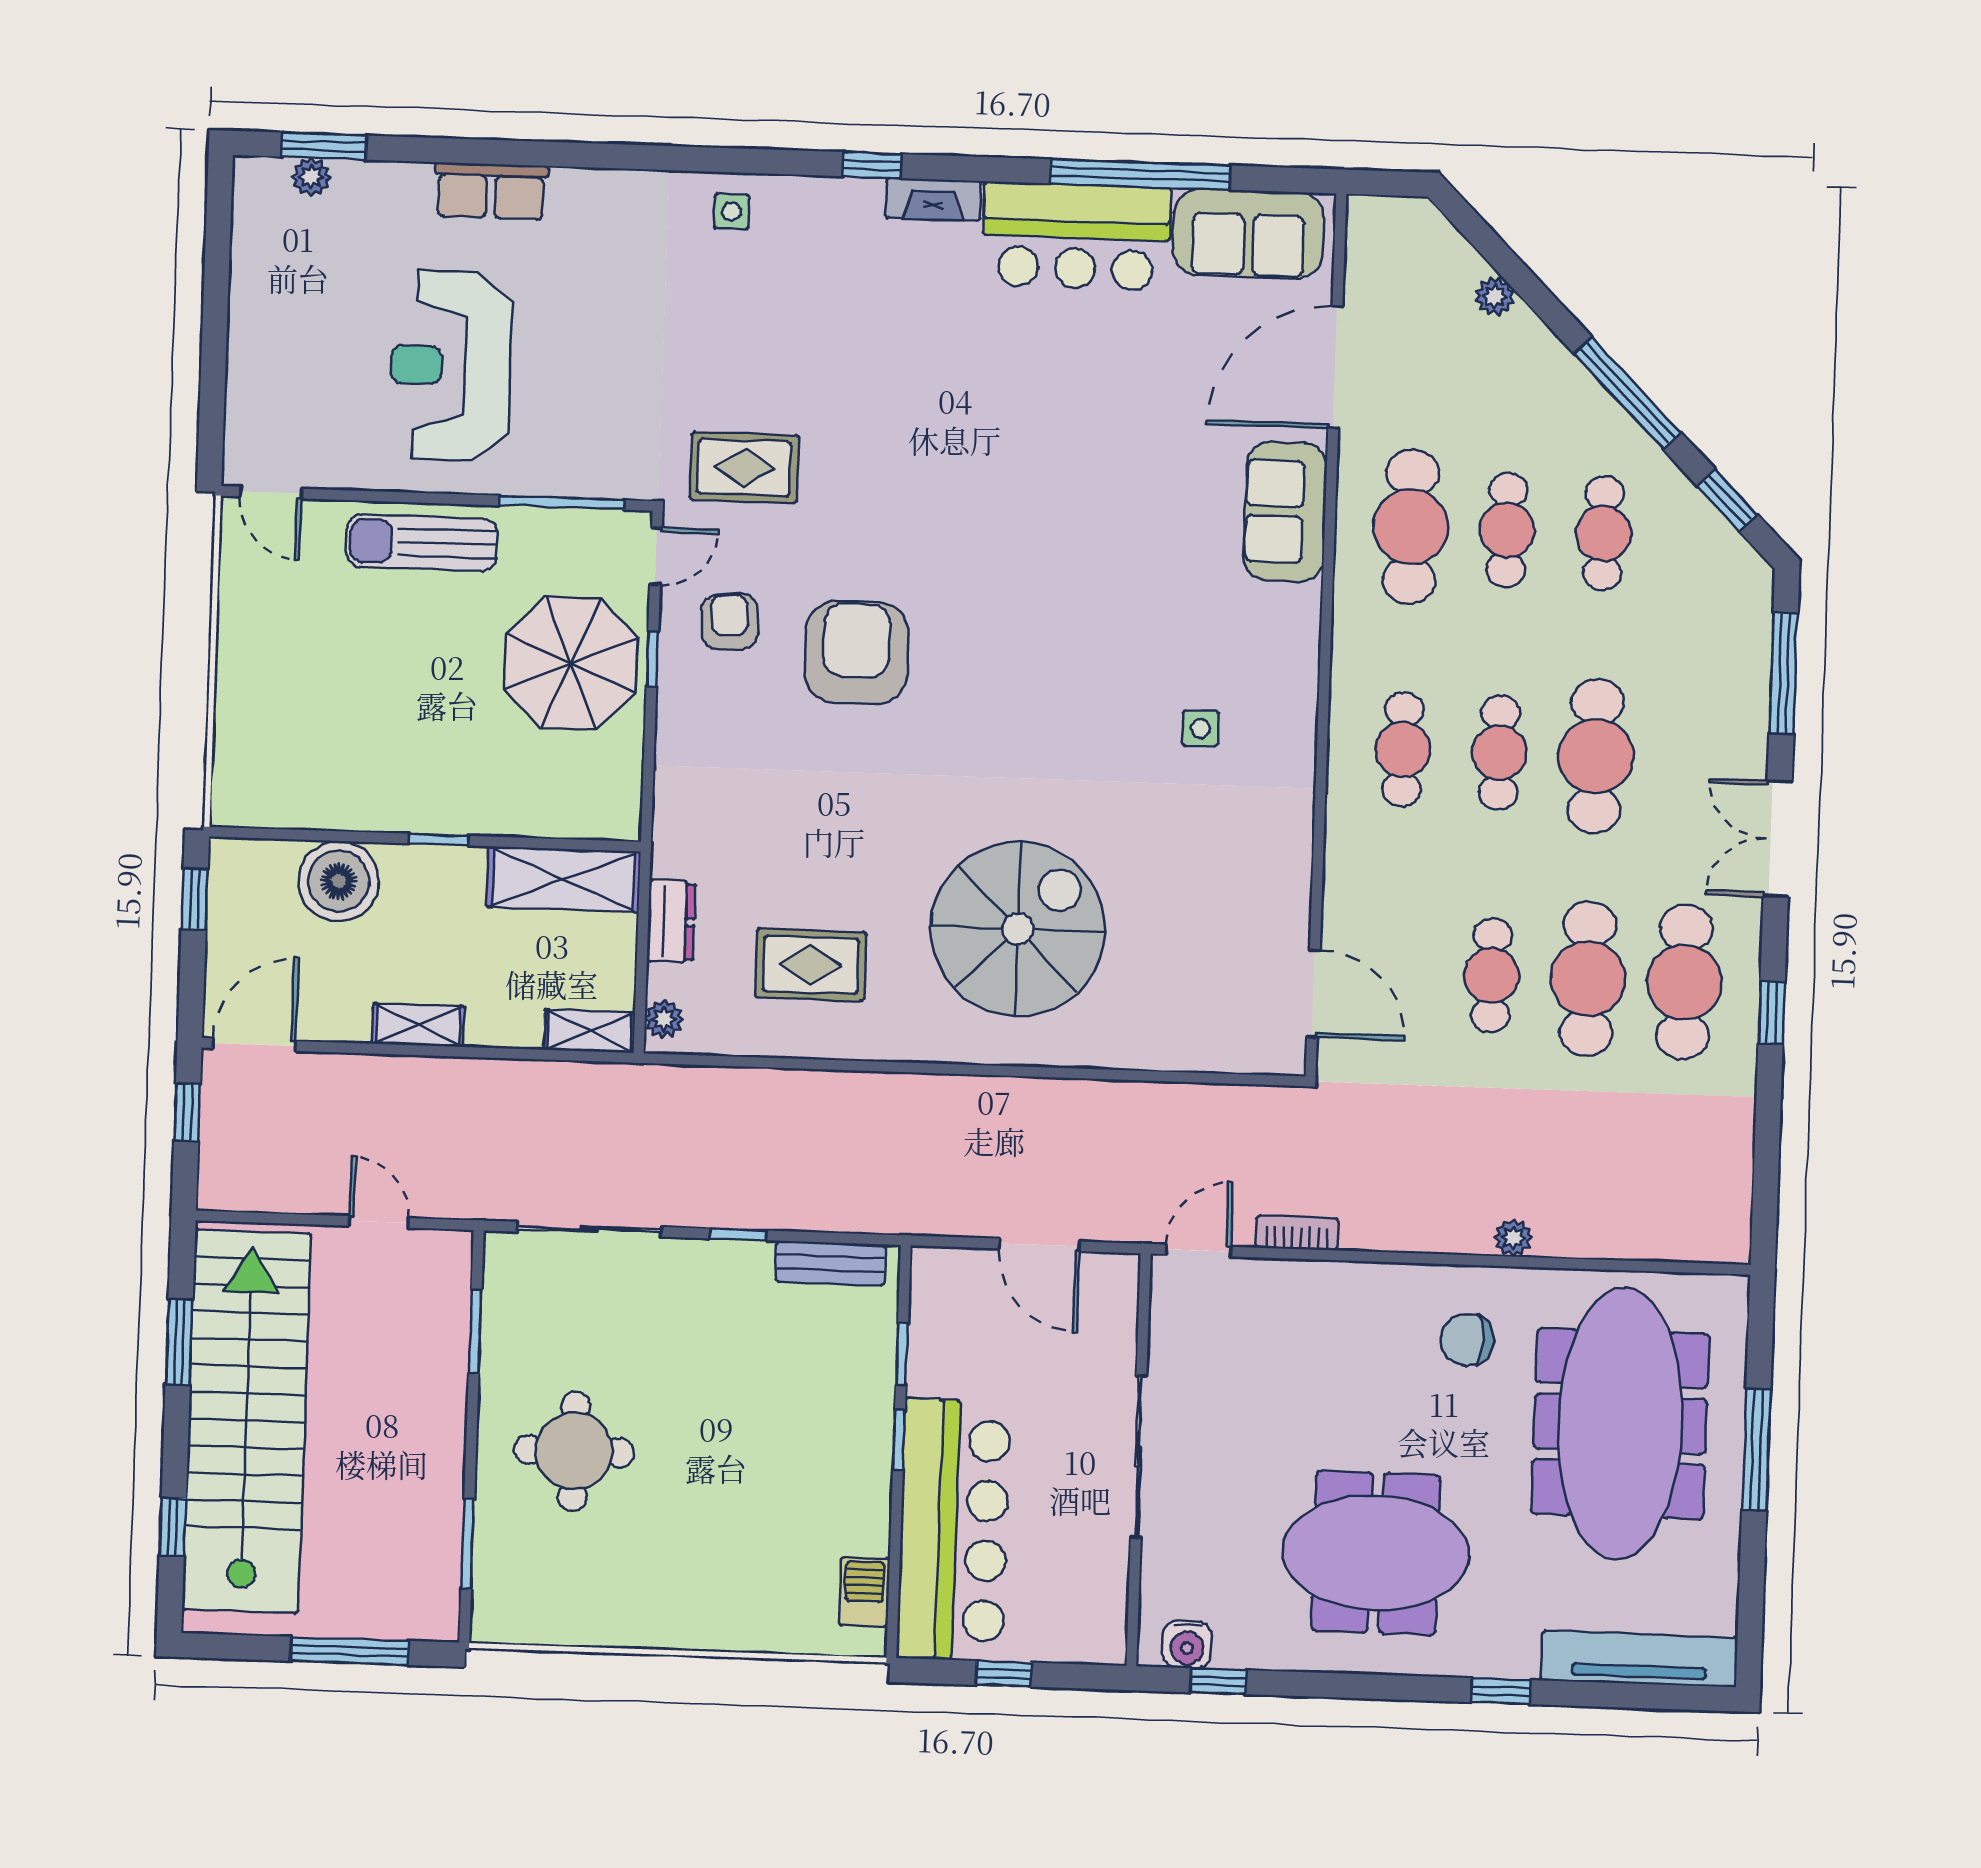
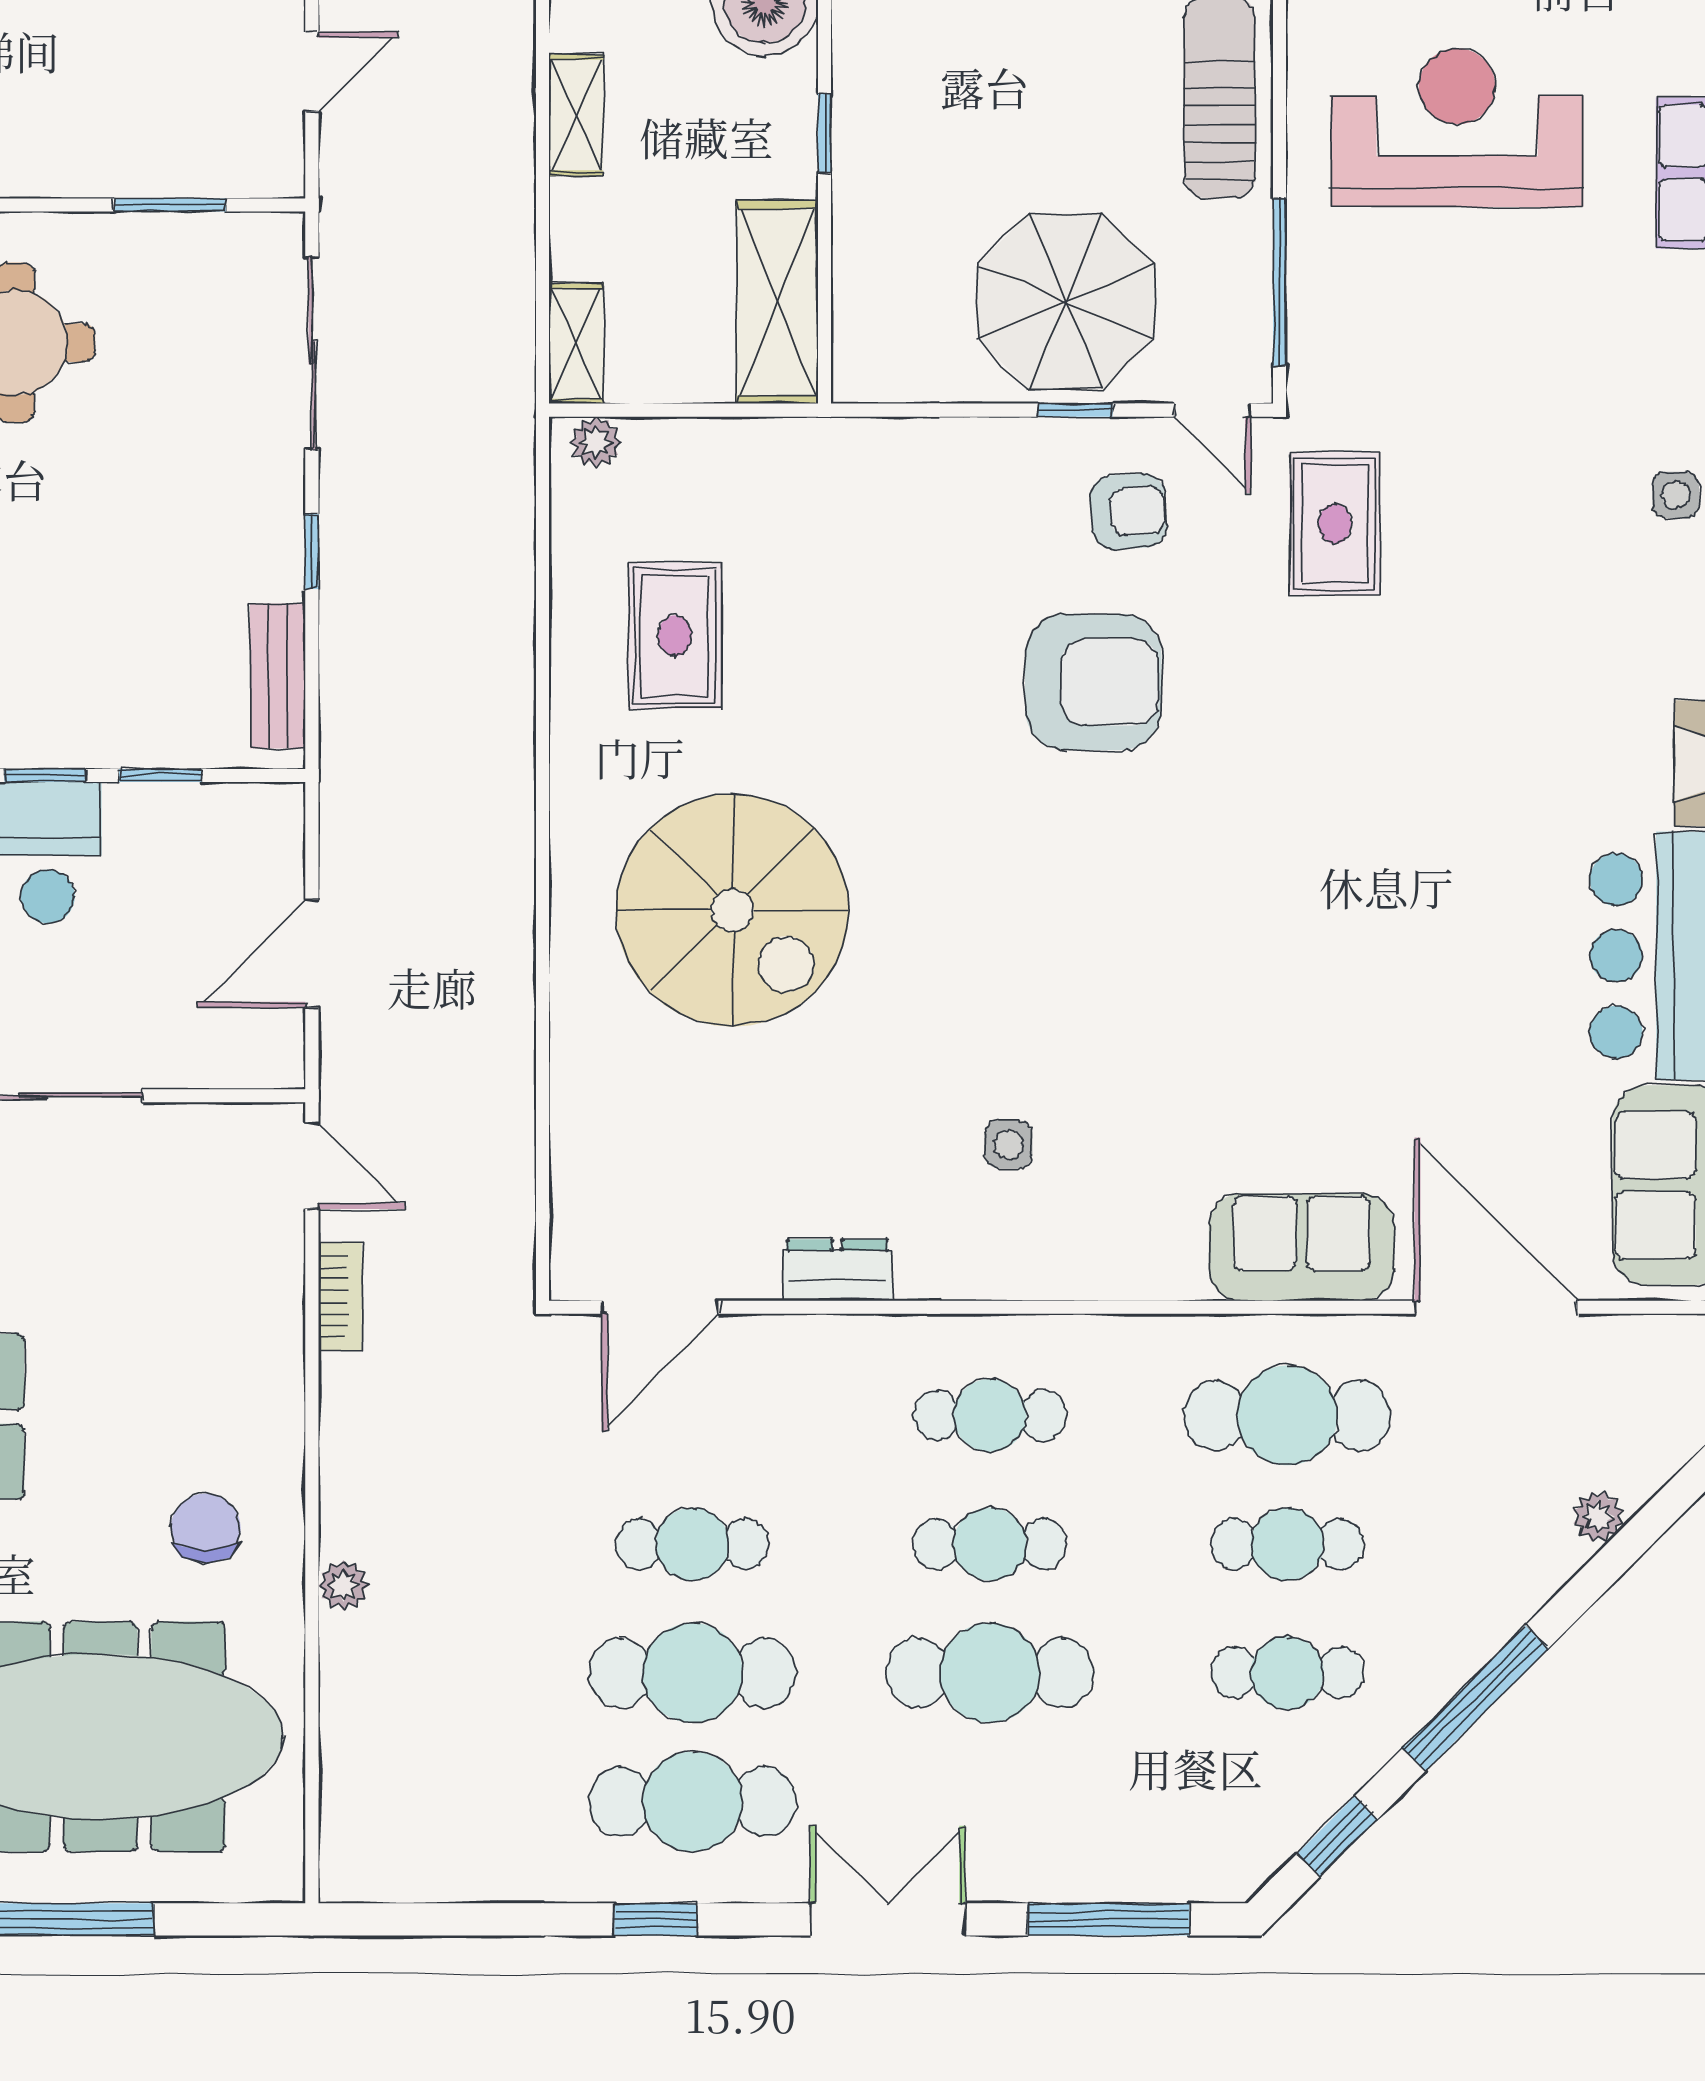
dresser: (671, 922) -> (837, 1270), moved, turned 180

